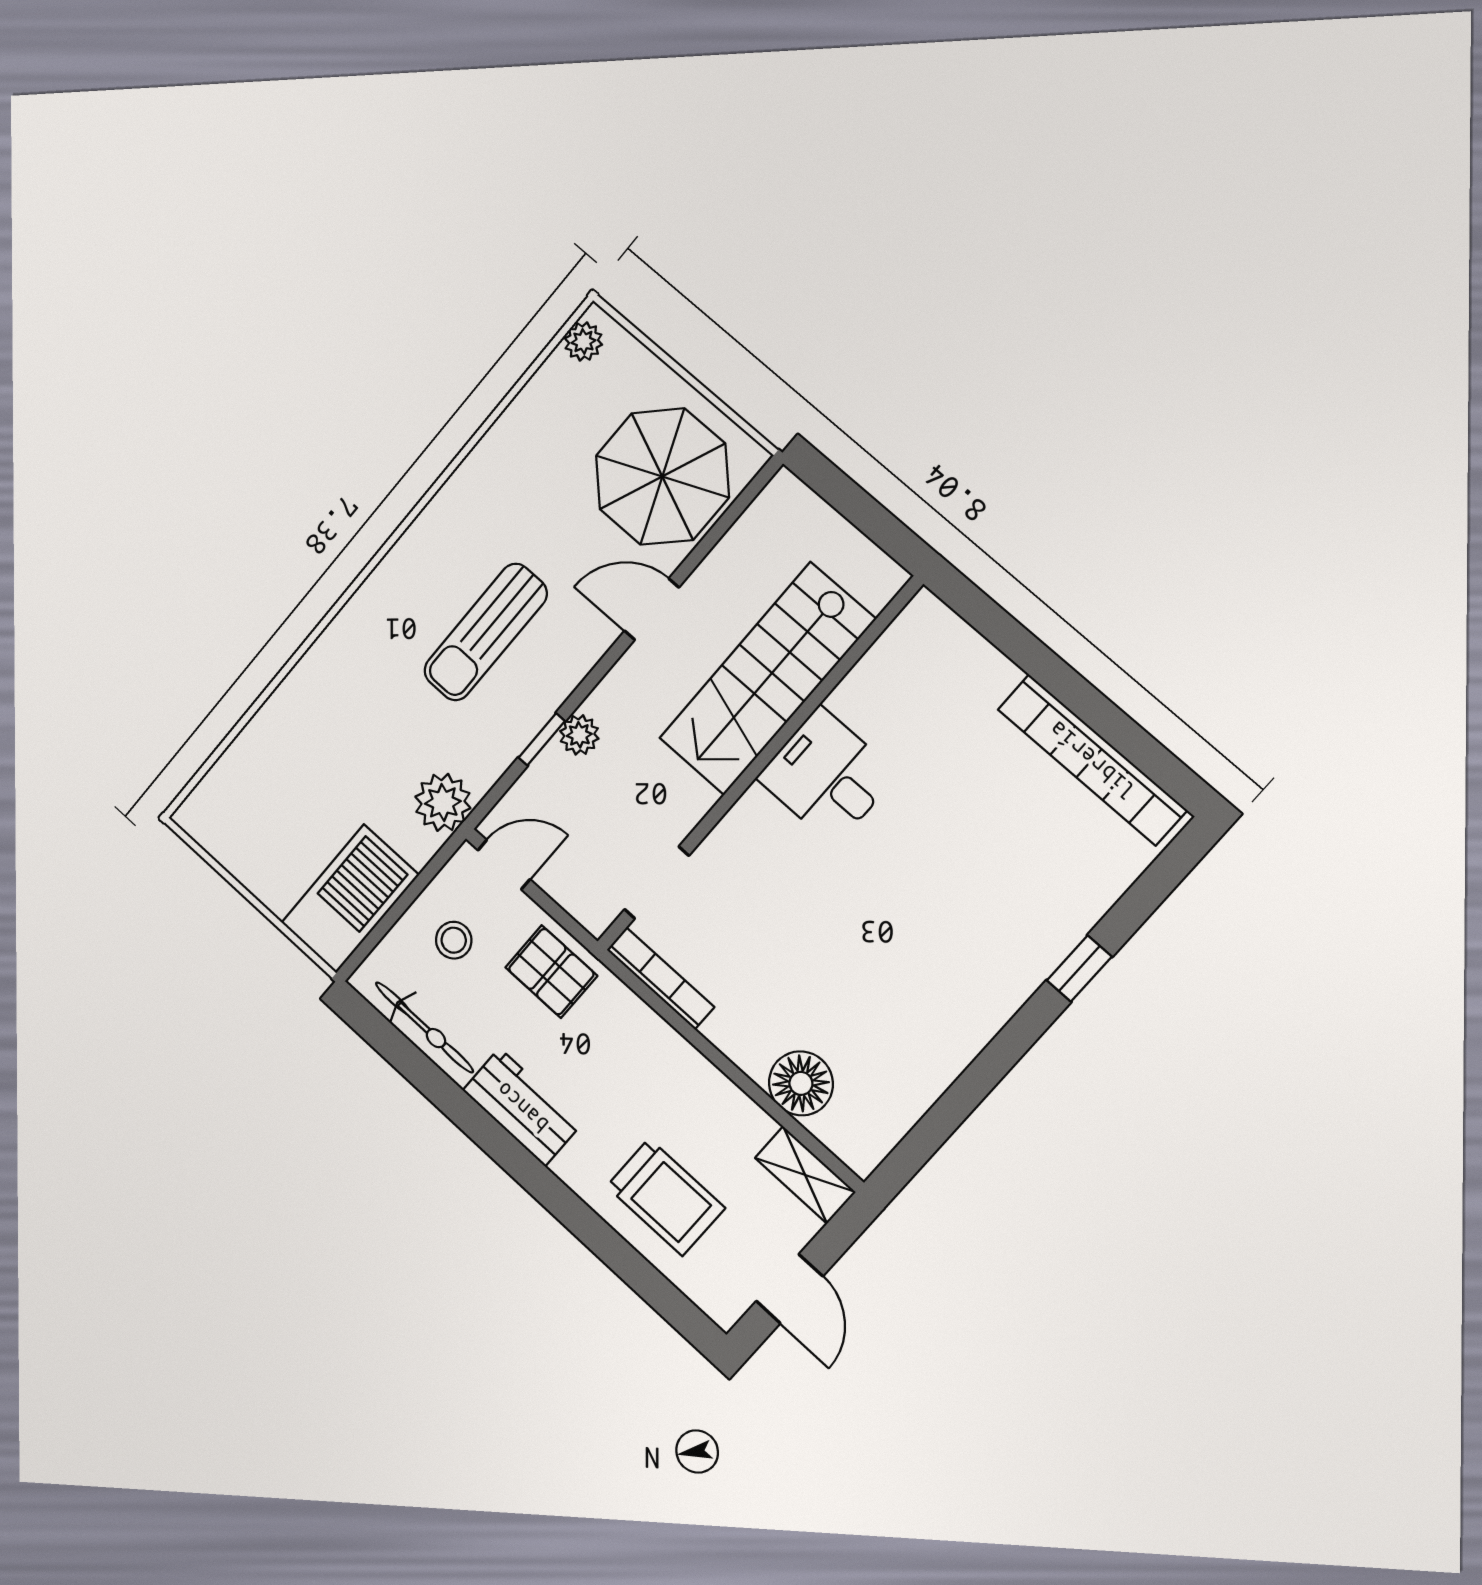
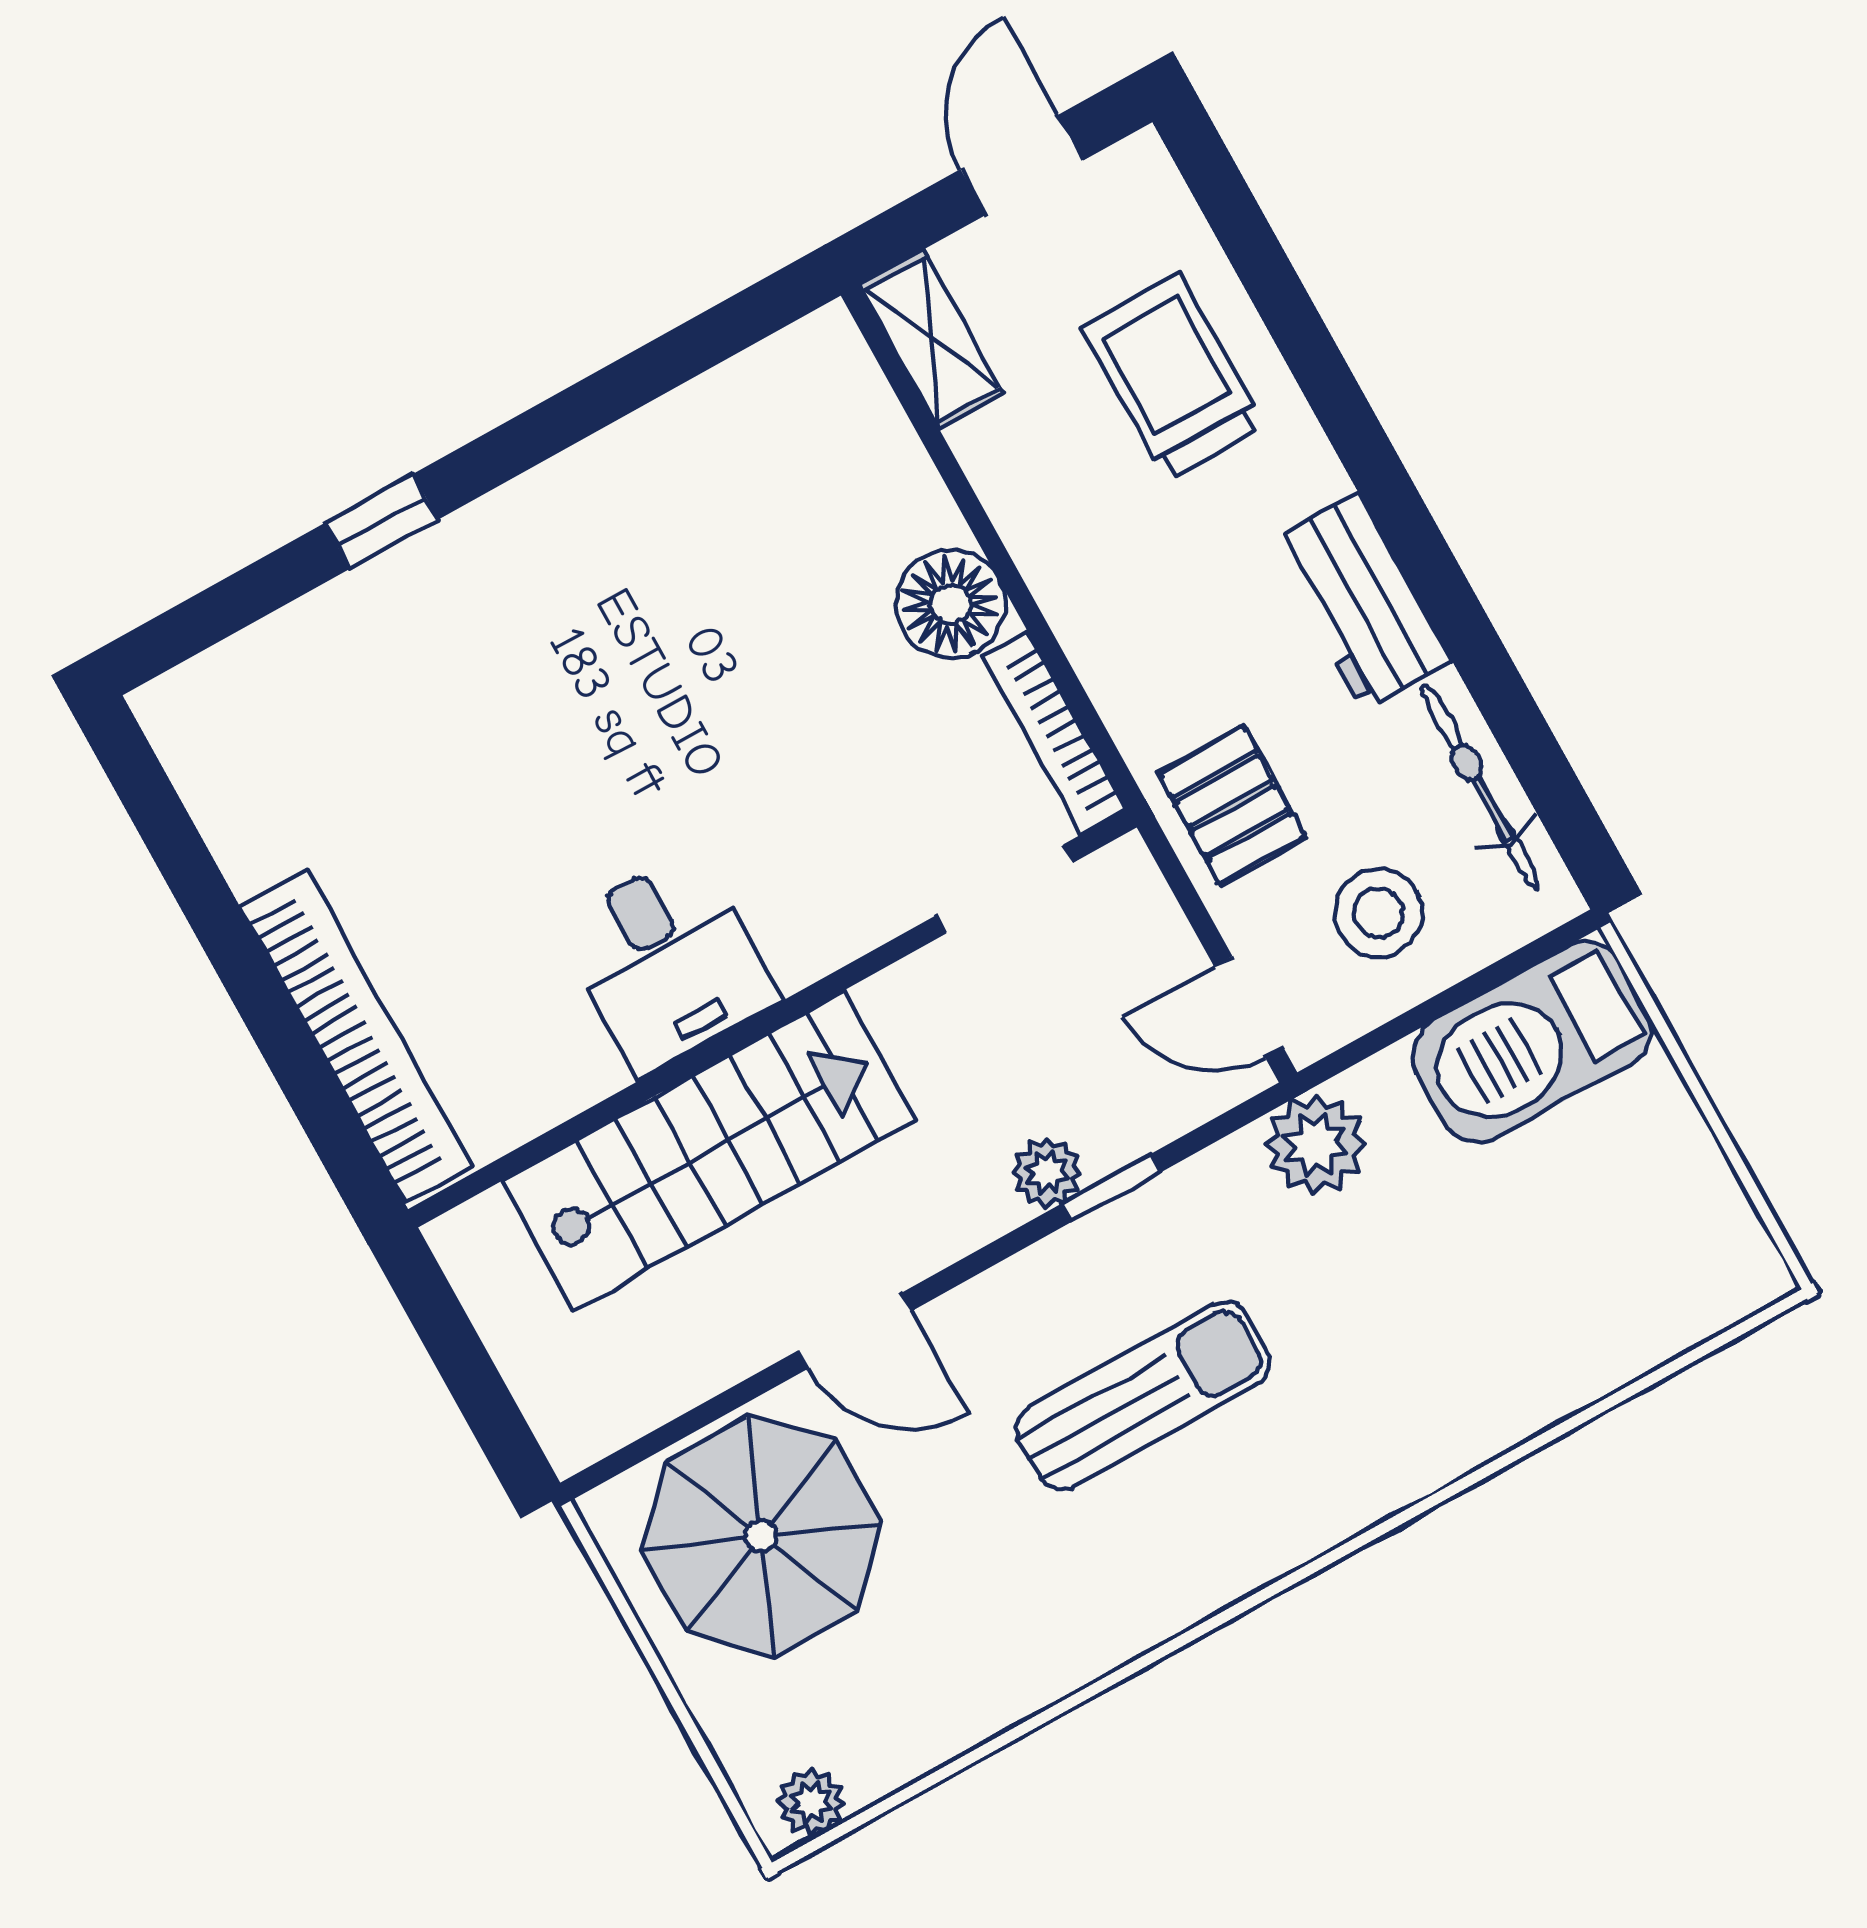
bookcase: (1092, 760) -> (356, 1036), moved
stool: (454, 940) -> (1378, 913), width x1.37, depth x1.37
floor lamp: (801, 1083) -> (950, 604), moved

